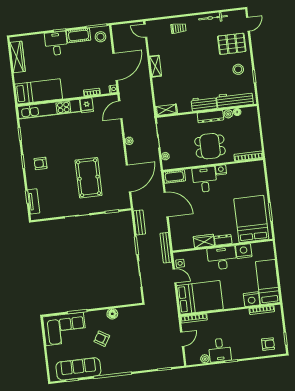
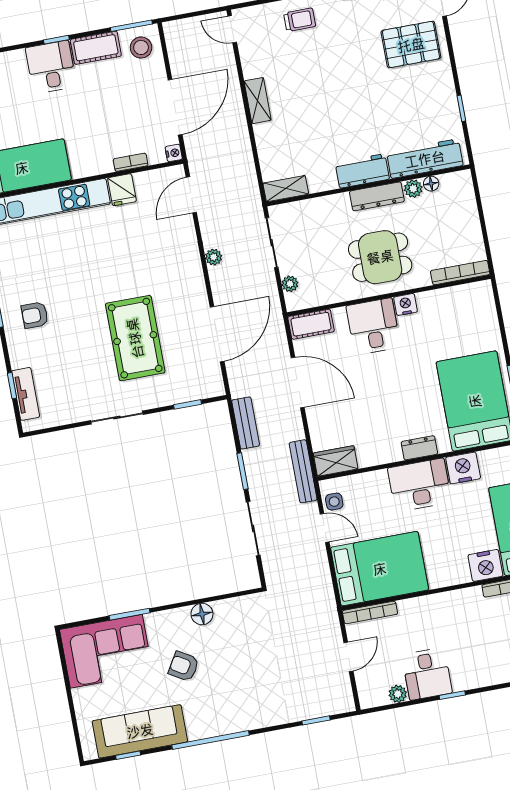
stool: (238, 69) -> (428, 96), removed
wardrobe: (204, 241) -> (336, 461), moved

